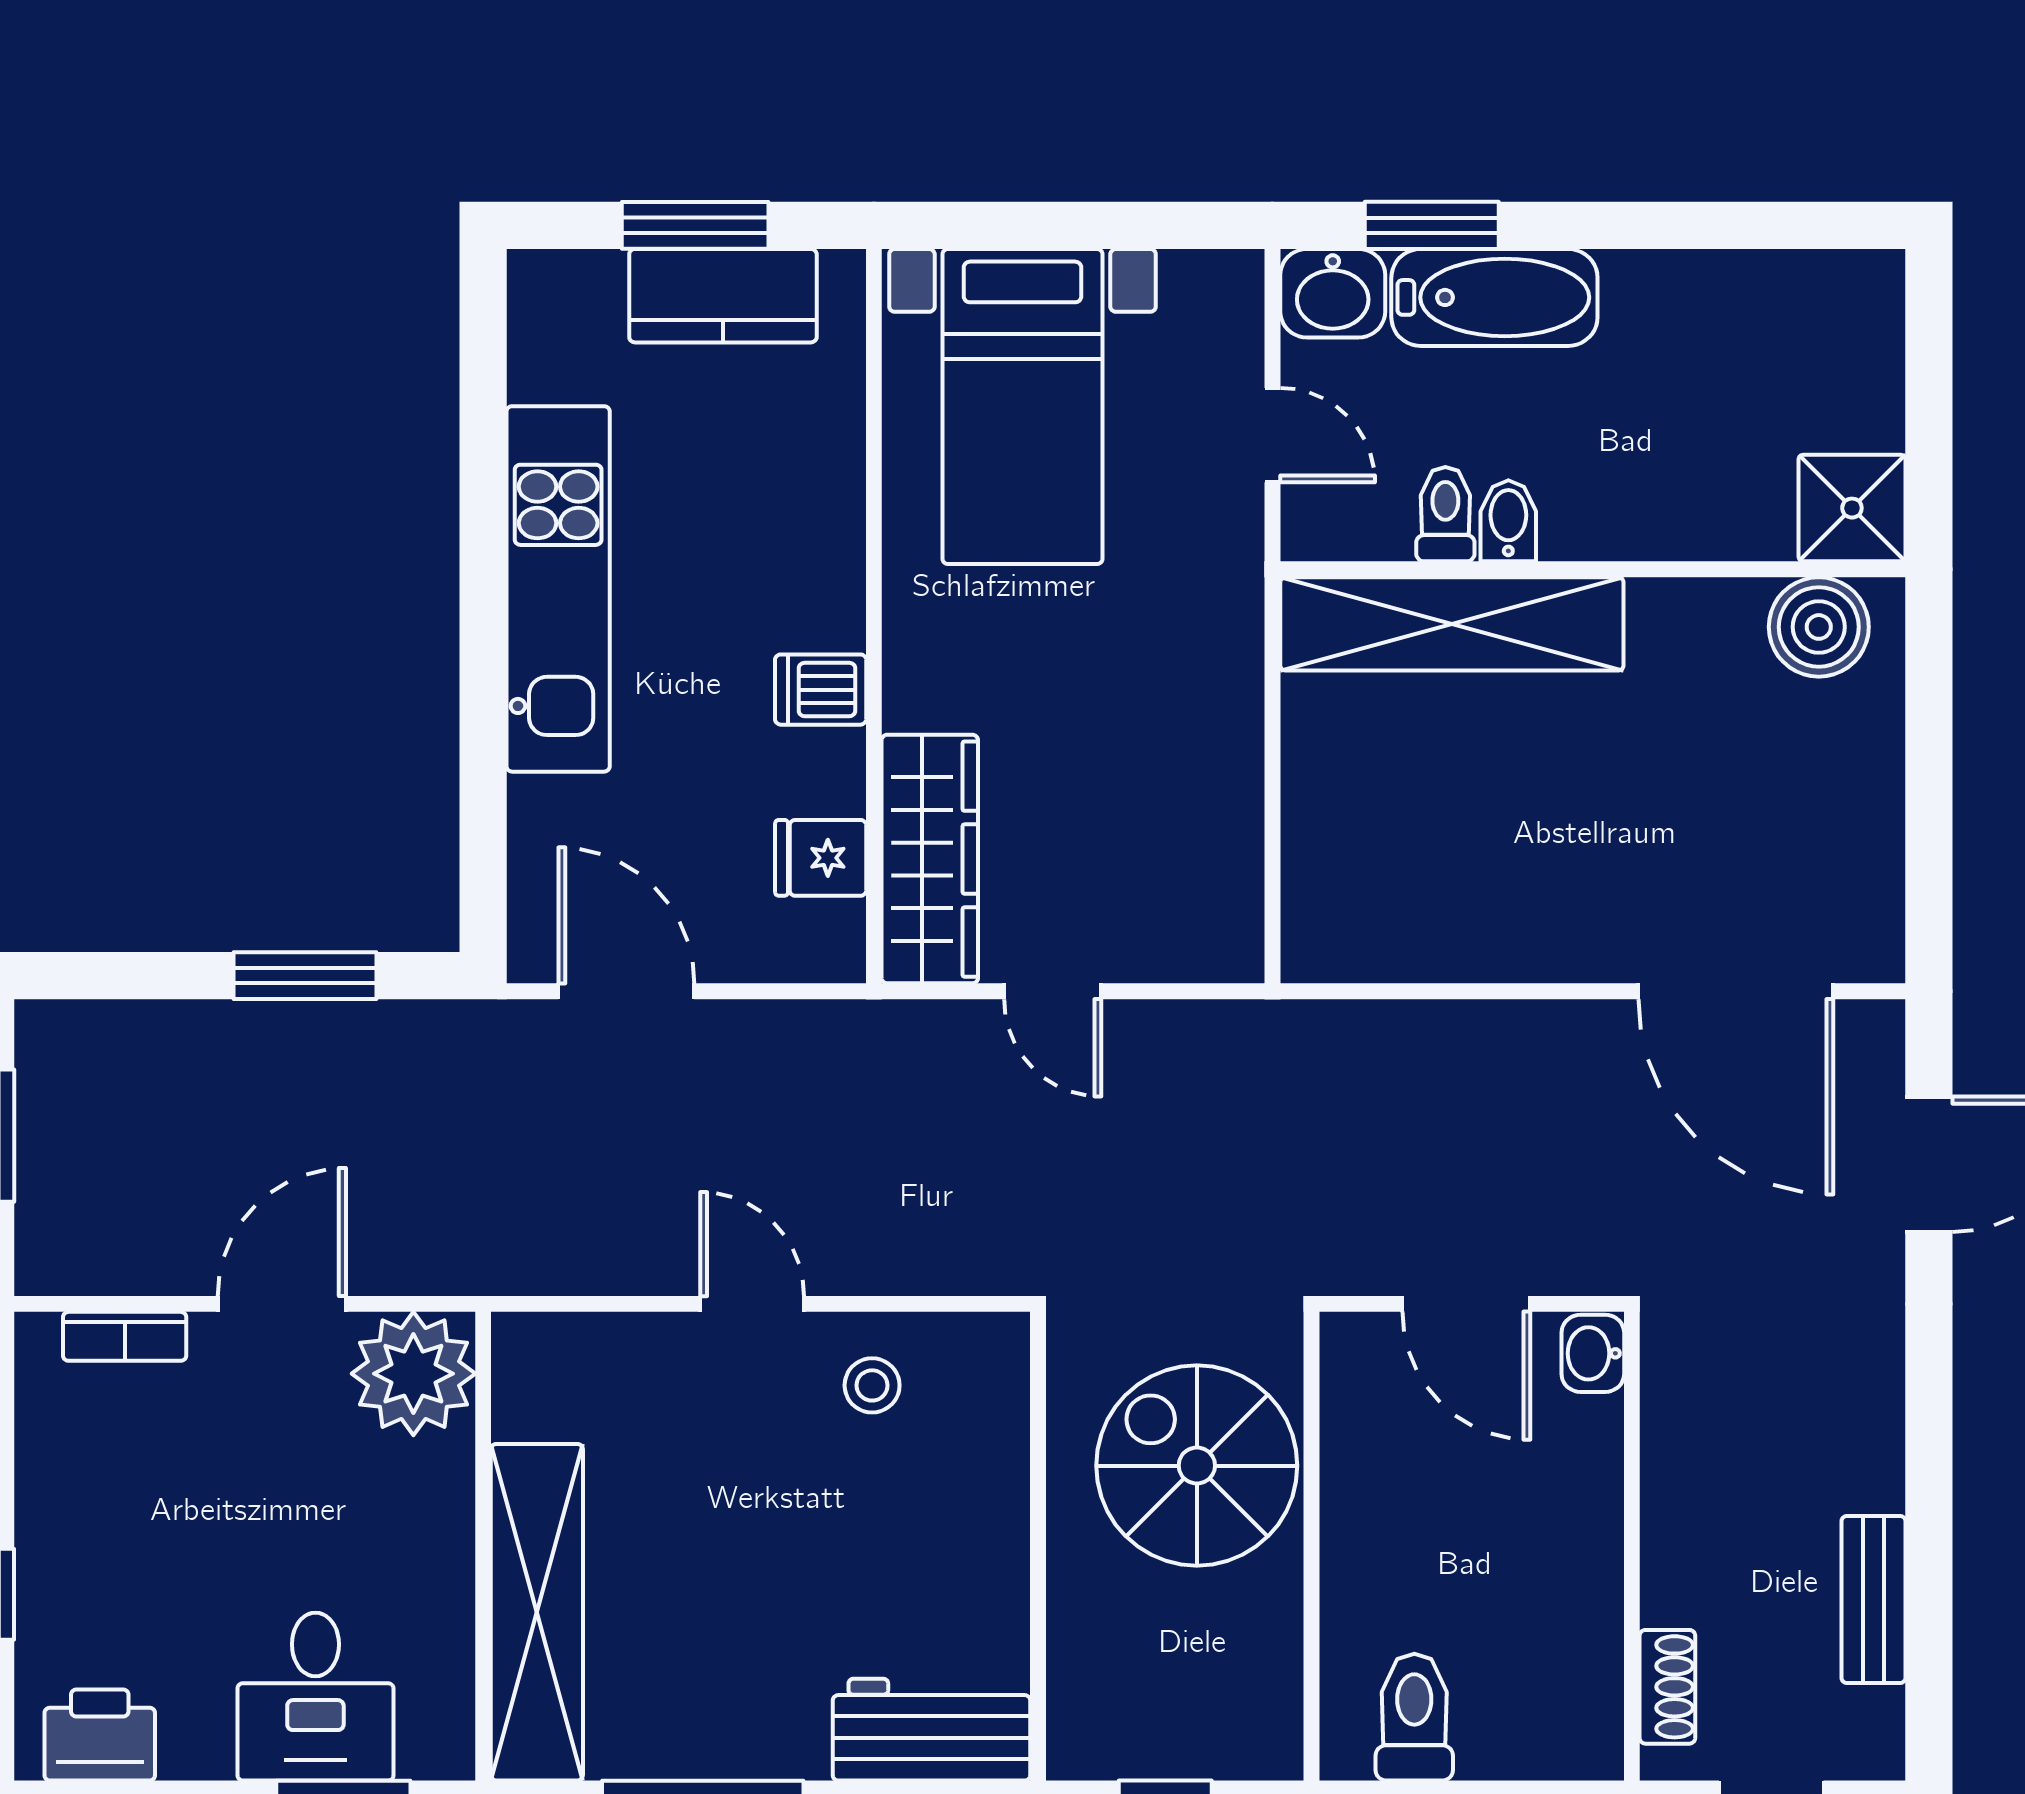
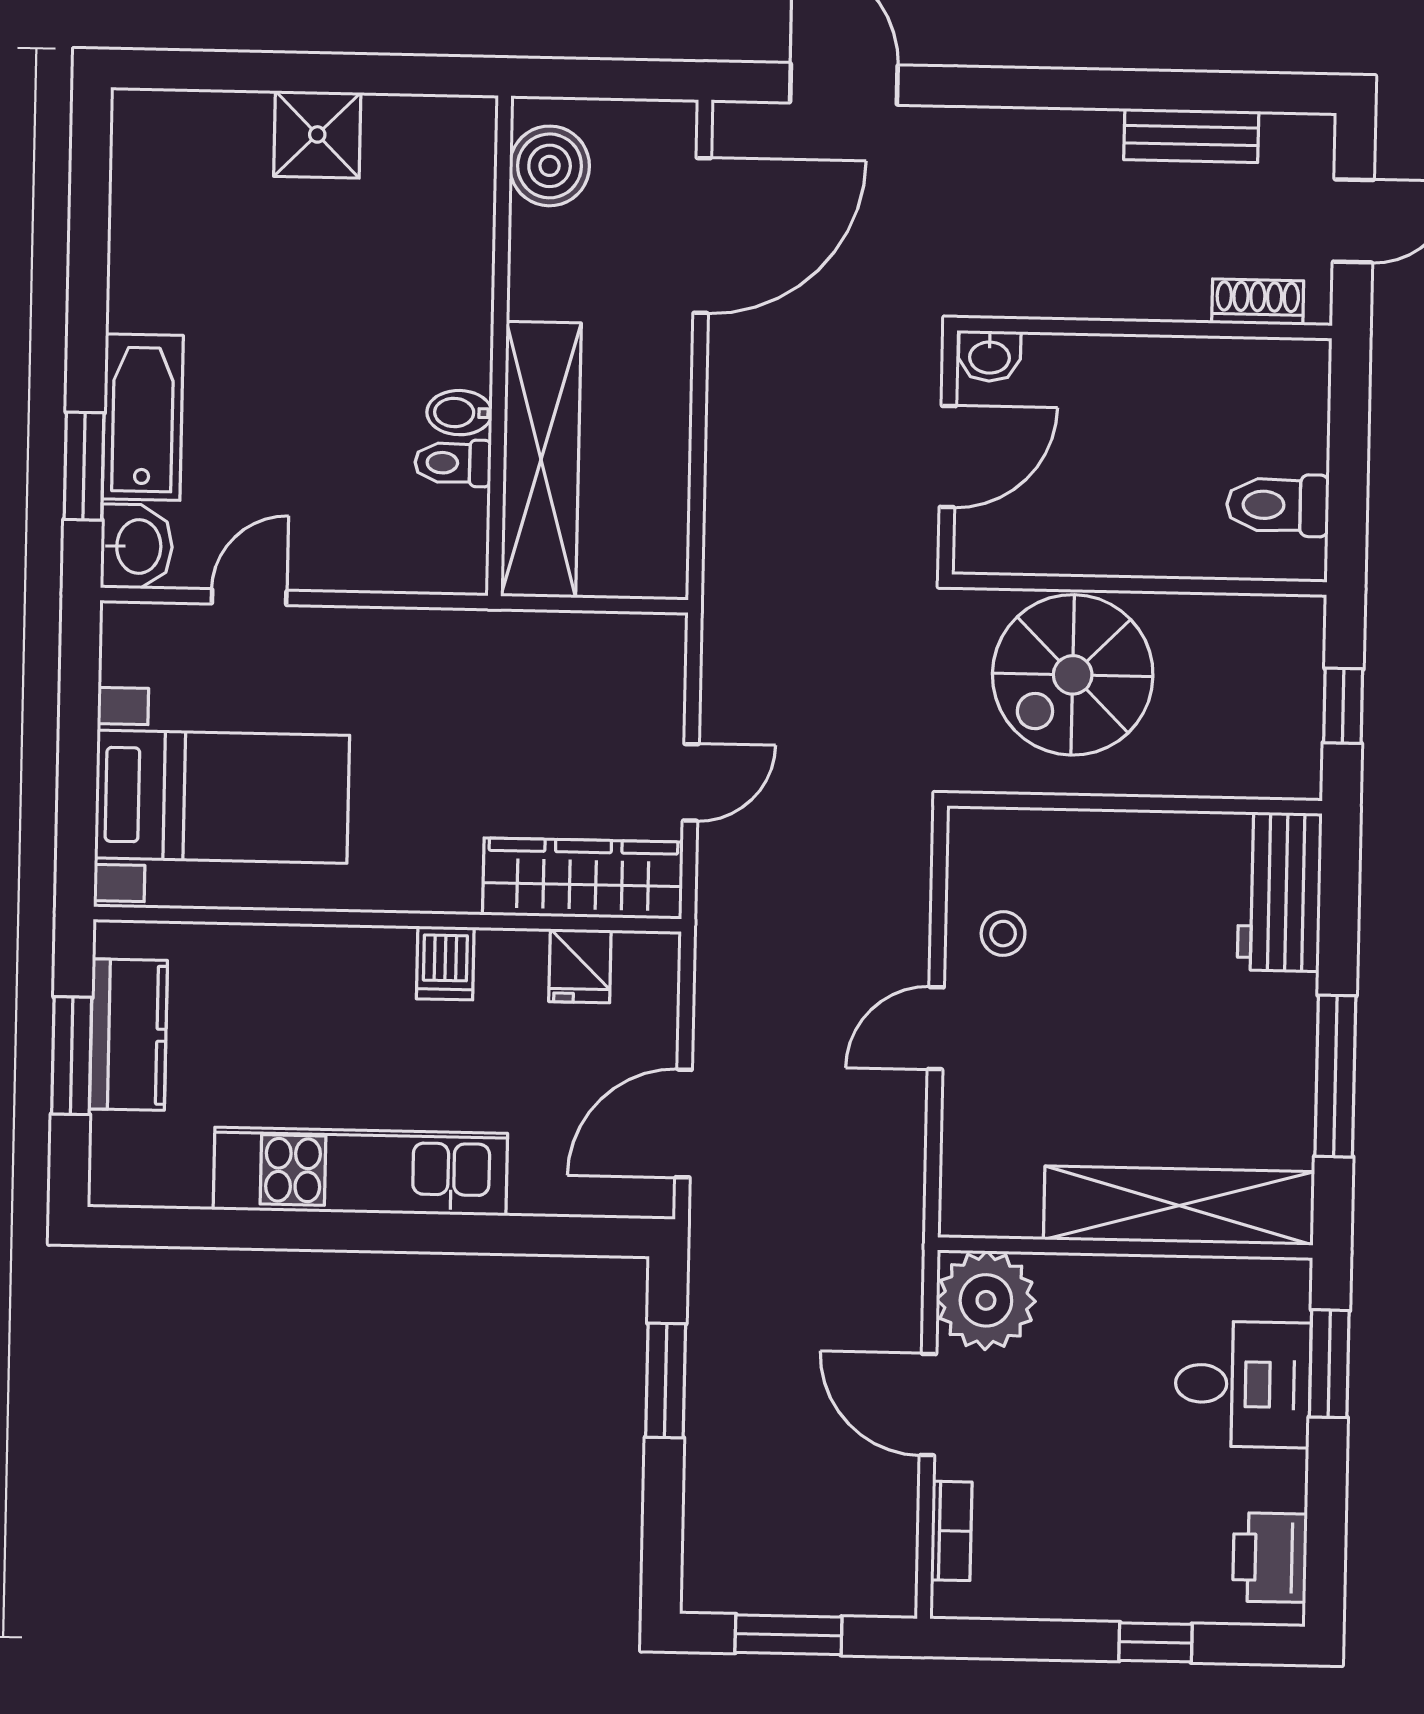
toilet: (1445, 514) -> (453, 463), moved
bidet: (1508, 521) -> (459, 413), moved
wall: (1593, 569) -> (500, 346), moved
shelving: (1452, 624) -> (541, 460), moved
boiler: (1819, 627) -> (550, 166), moved

